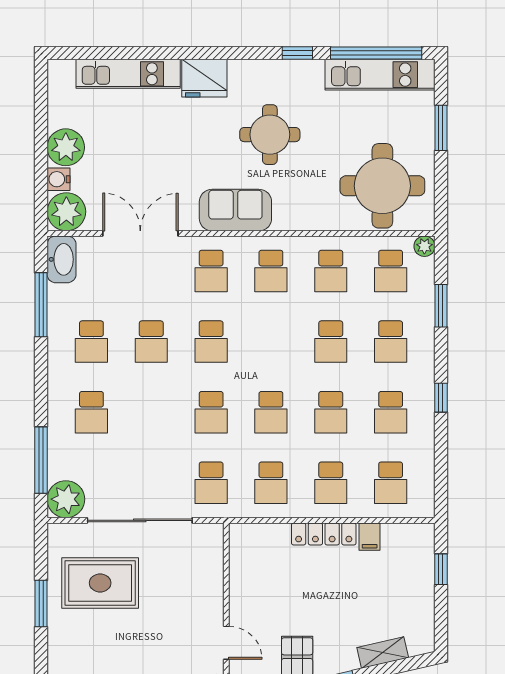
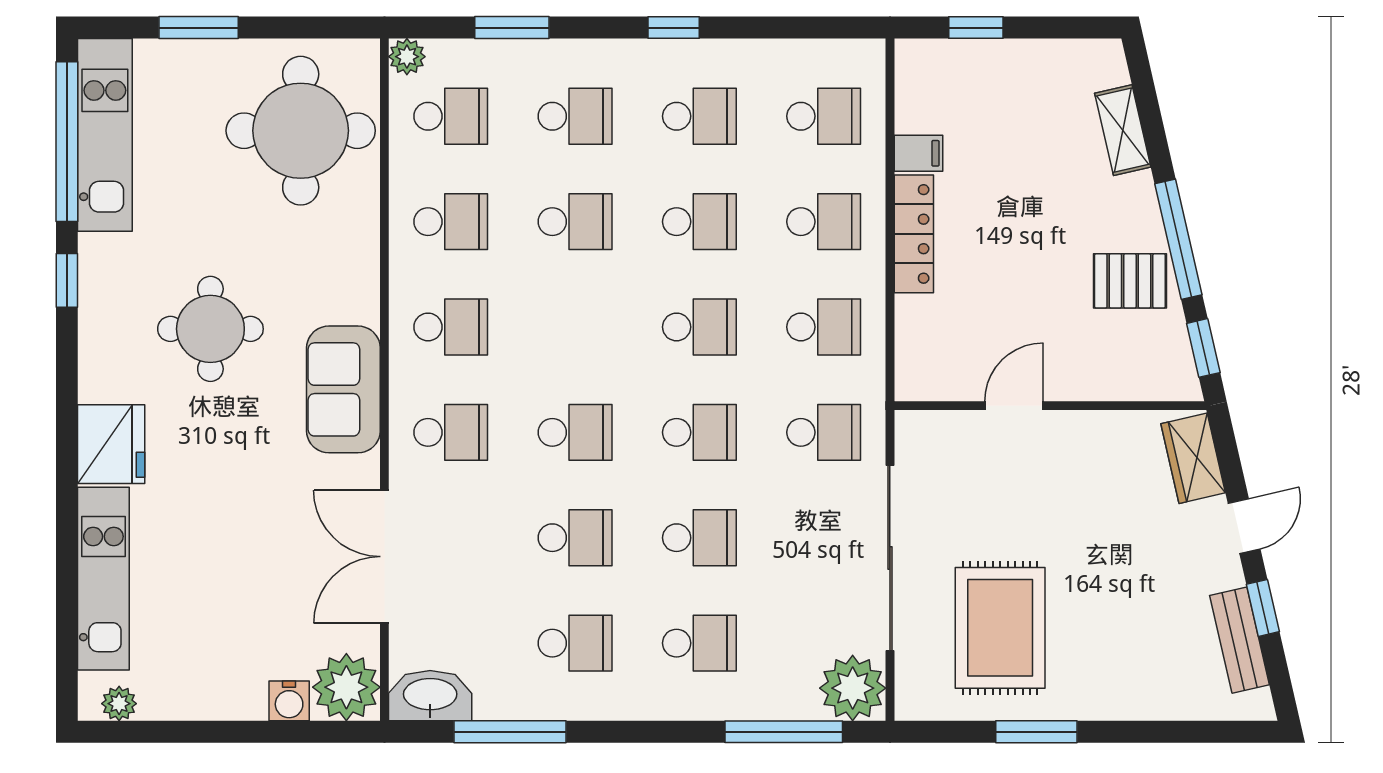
plant: (66, 147) -> (119, 704), moved, width x0.53, depth x0.53
school desk: (151, 412) -> (699, 538), added
door: (226, 643) -> (1014, 406), moved

